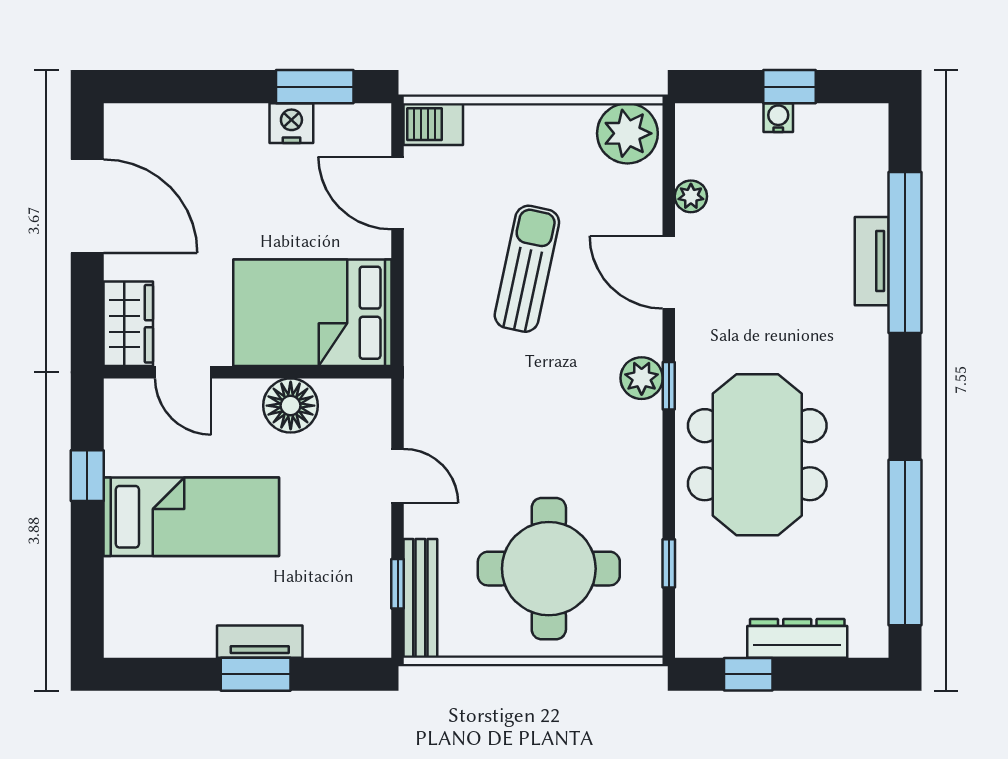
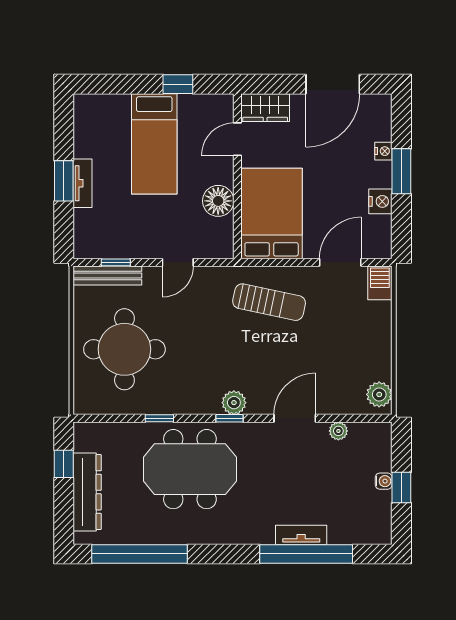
window: (315, 87) -> (401, 171), moved
nightstand: (204, 118) -> (383, 151), added
plant: (627, 133) -> (379, 394), width x0.73, depth x0.73
sun lounger: (527, 269) -> (269, 302), moved
window: (669, 563) -> (159, 418), moved
dresser: (797, 638) -> (87, 492), width x1.37, depth x1.24

